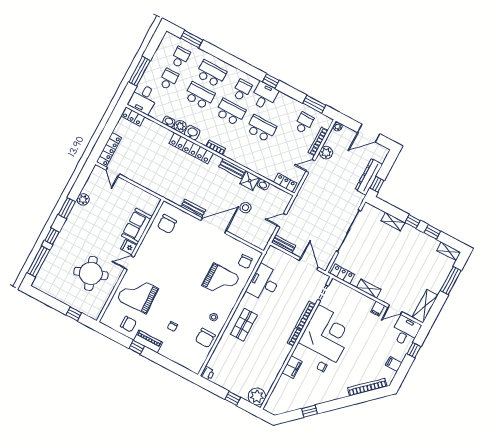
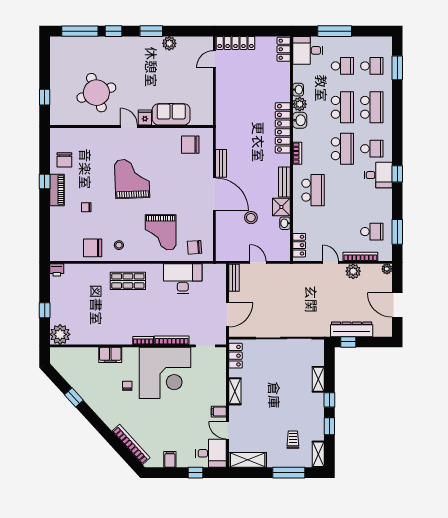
school desk: (261, 129) -> (313, 190), moved
trolley: (428, 264) -> (293, 440), added
grand piano: (138, 294) -> (132, 179), moved

